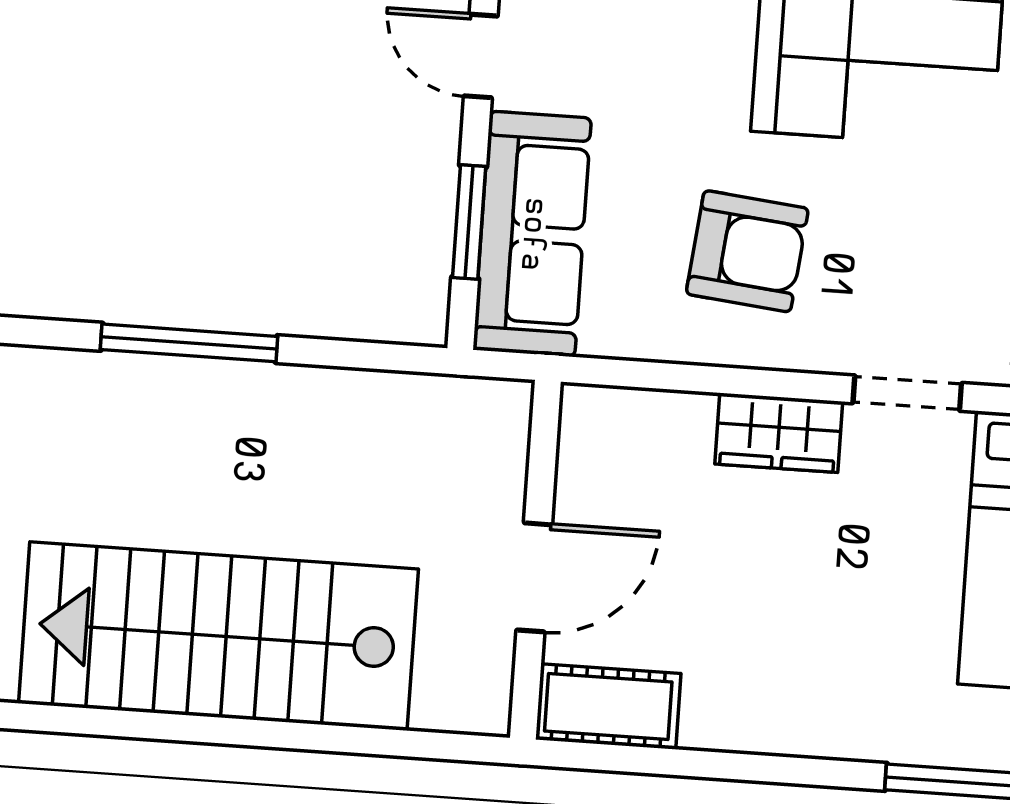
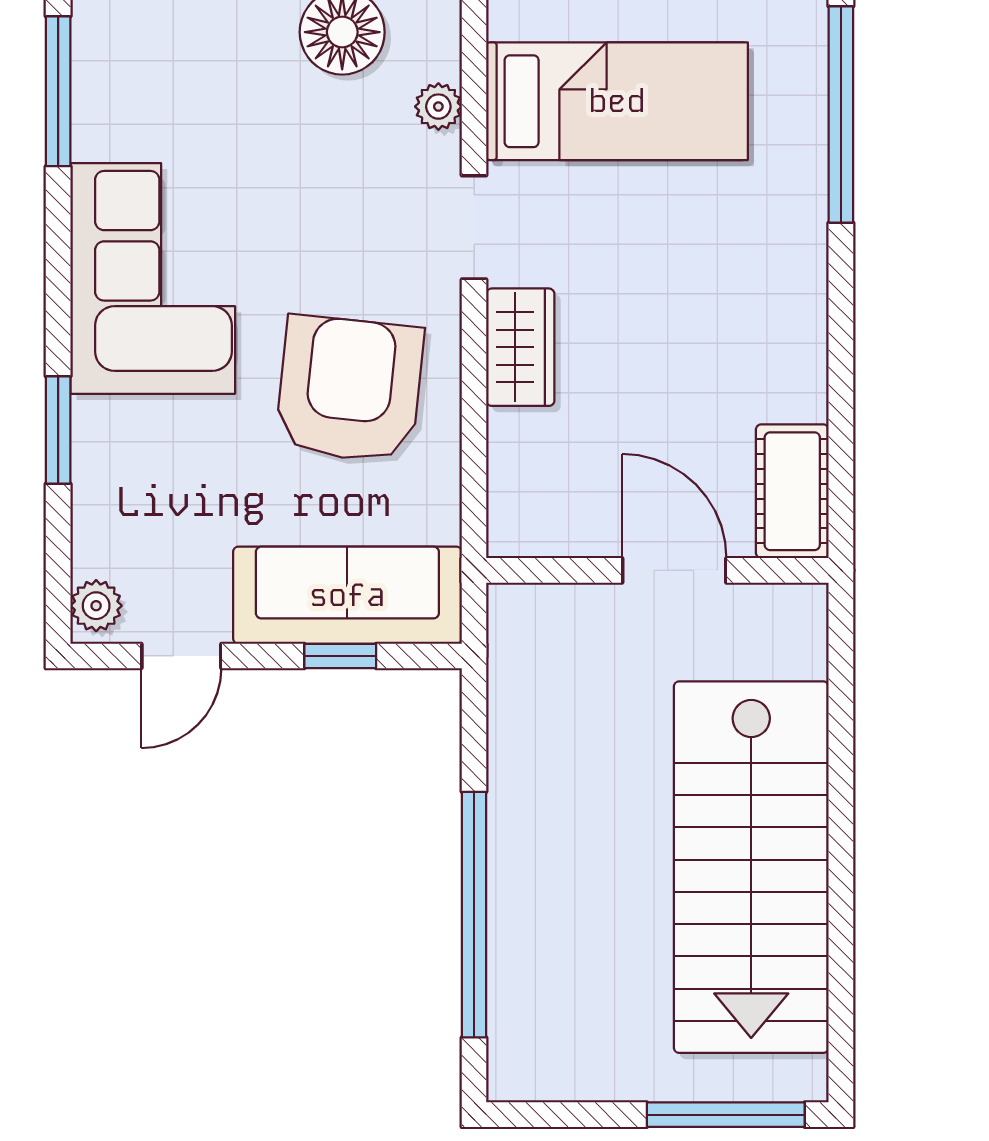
window: (469, 222) -> (340, 656), width x0.67
armchair: (747, 251) -> (350, 389), width x1.36, depth x1.36
window: (189, 343) -> (474, 915), width x1.46

